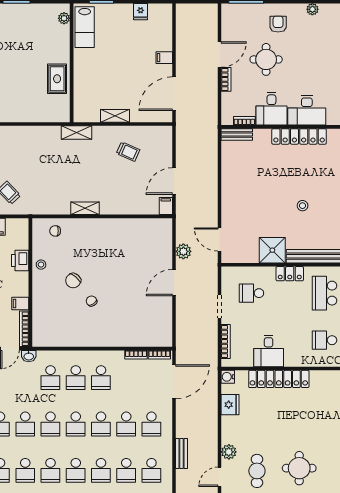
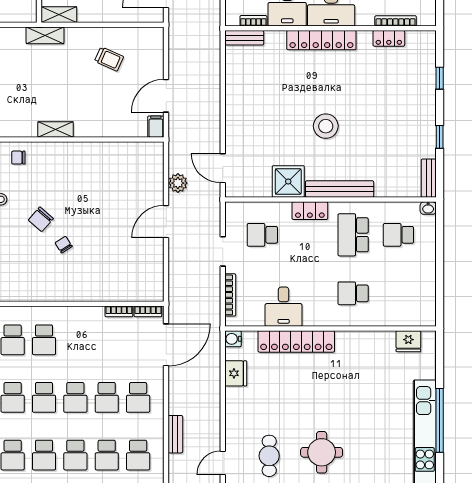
shelving: (115, 116) -> (59, 15), moved
stool: (303, 206) -> (326, 126), width x1.89, depth x1.89
school desk: (101, 378) -> (75, 340), removed
plant: (229, 452) -> (234, 432), removed

